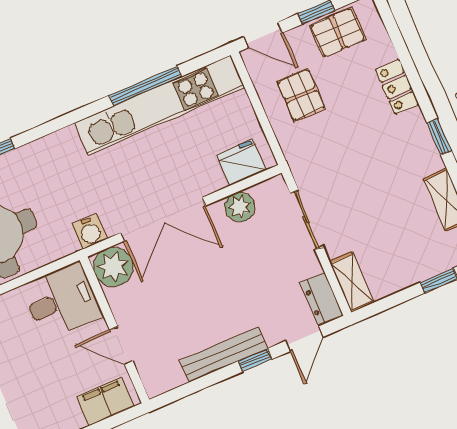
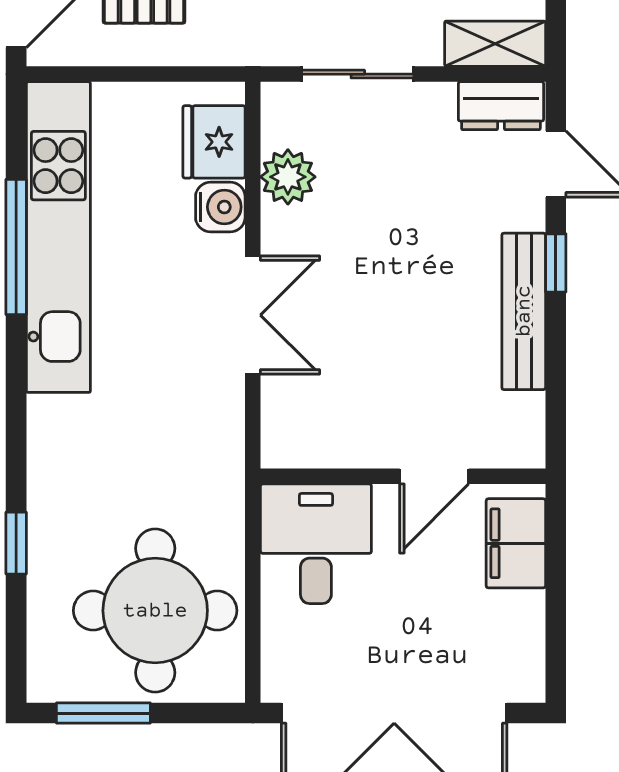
double door: (163, 219) -> (253, 315), width x0.73
water cooler: (90, 232) -> (220, 207), moved
plant: (113, 267) -> (297, 433), removed

